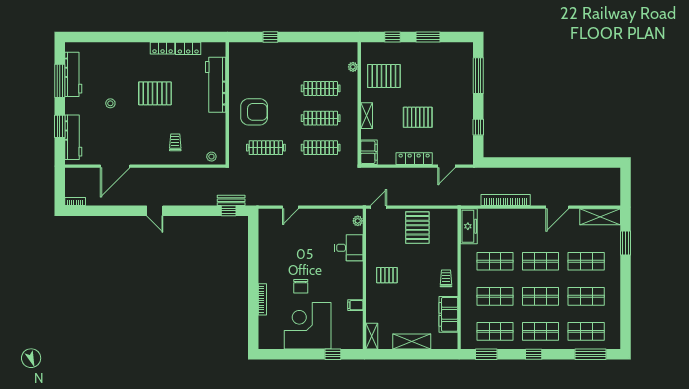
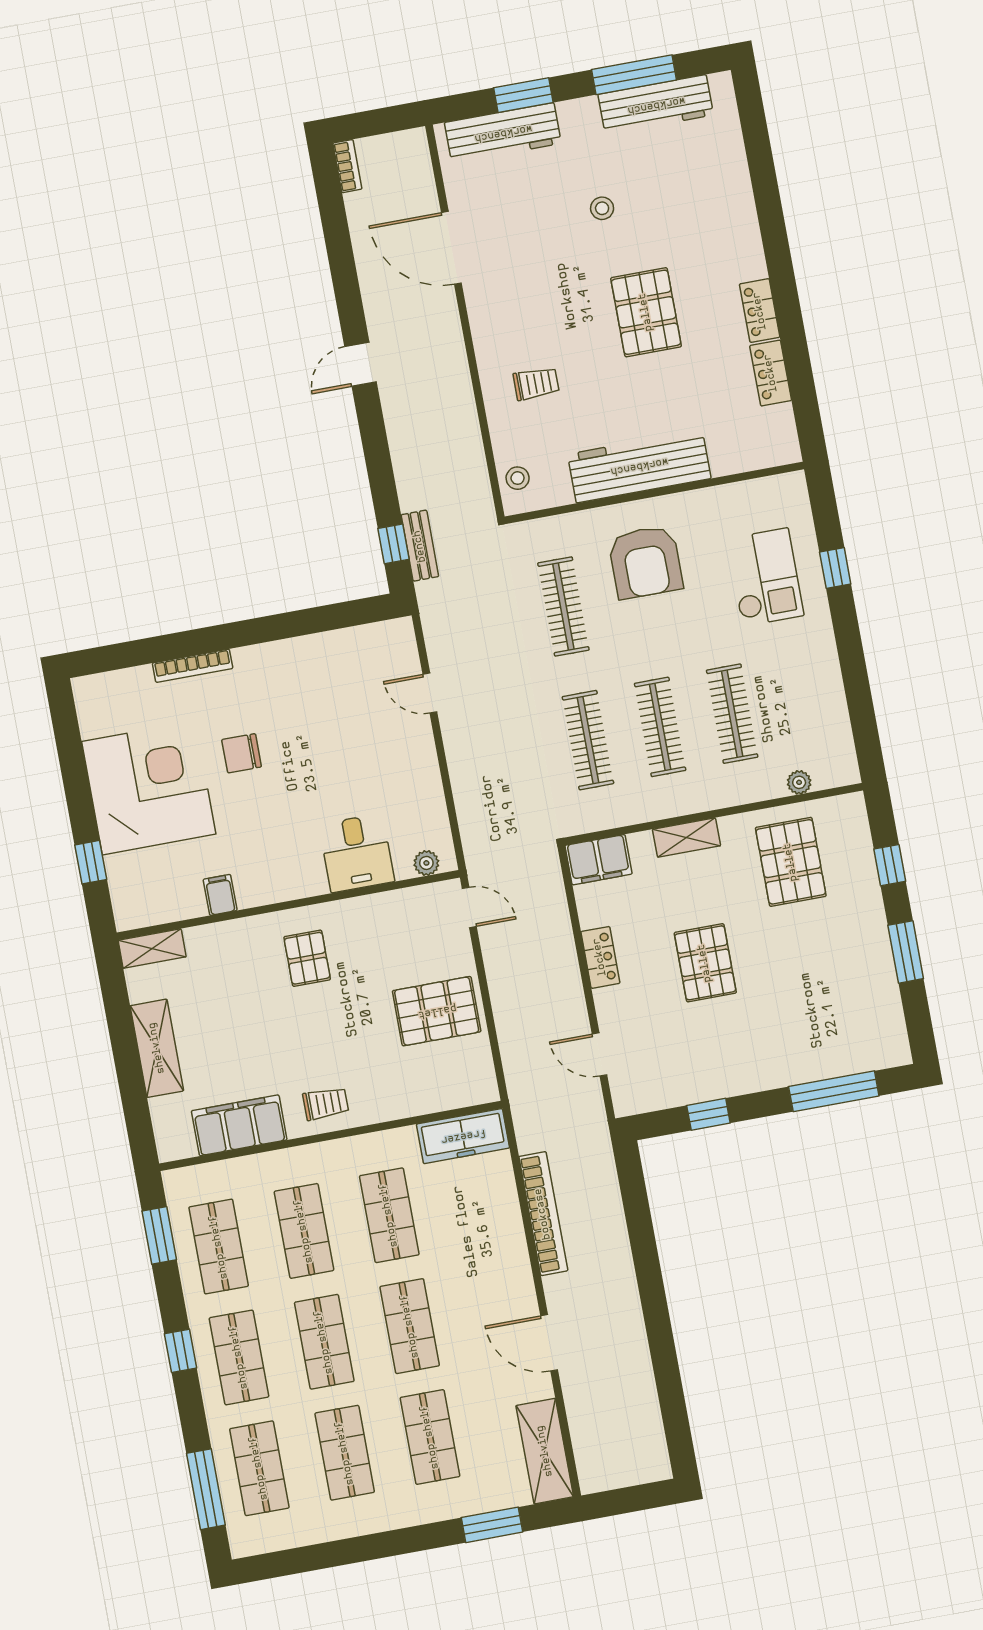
checkout: (269, 65) -> (765, 577), added
workbench: (216, 85) -> (639, 466), moved
locker: (414, 159) -> (600, 957), width x0.66

